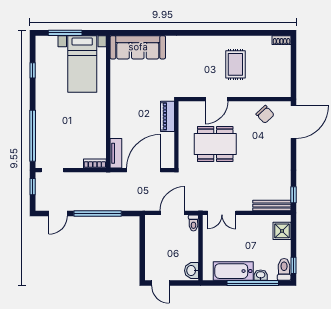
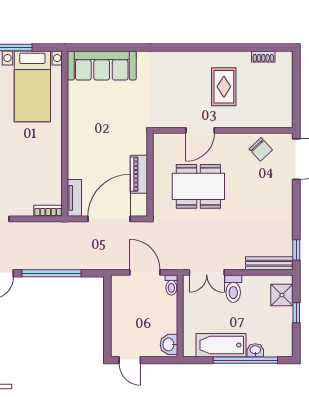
shoe rack: (282, 40) -> (263, 57), moved
piano: (168, 116) -> (139, 174), moved
door: (172, 213) -> (145, 272), hinge flipped
window: (293, 265) -> (296, 313), moved
toilet: (284, 269) -> (233, 289), moved, turned 180

